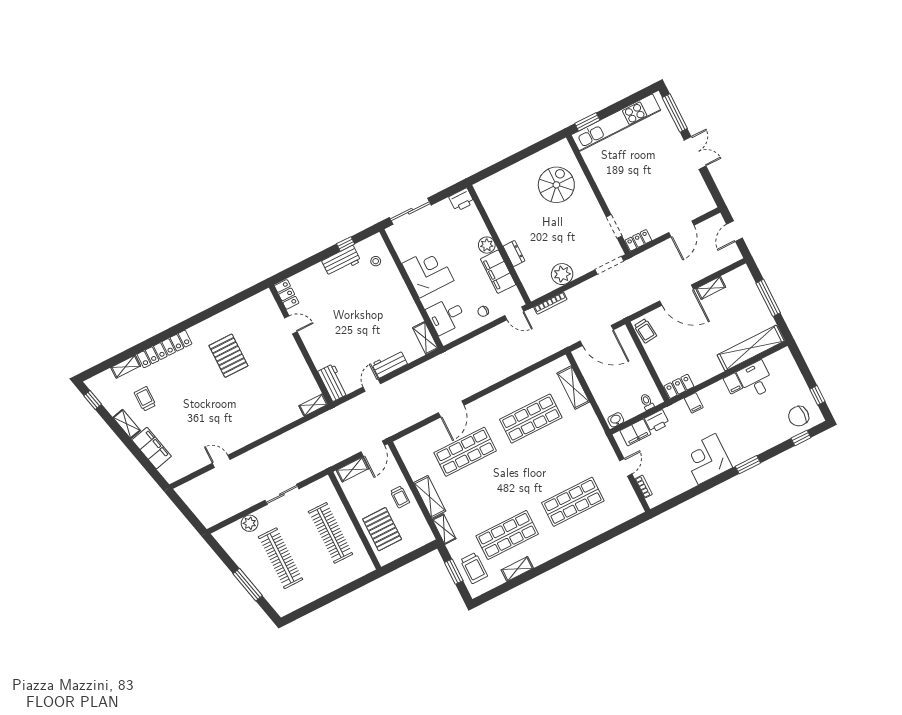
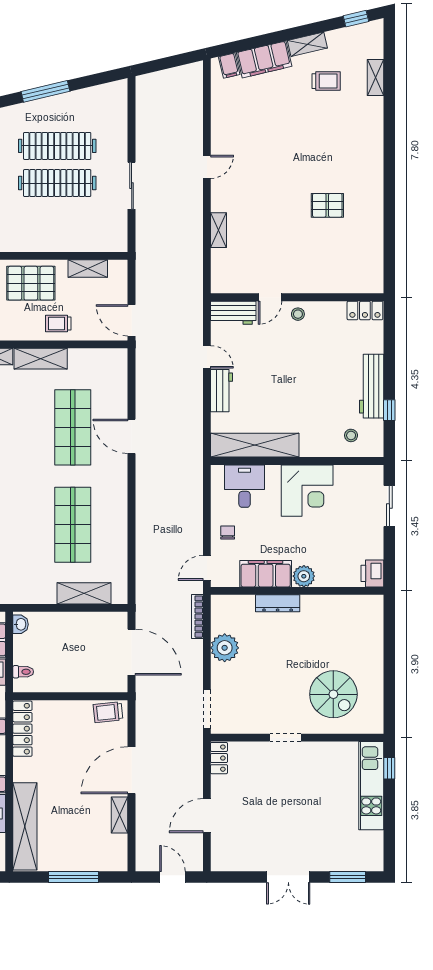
window: (675, 113) -> (348, 877), width x0.69
window: (587, 122) -> (389, 768), width x0.67
kitchen unit: (616, 123) -> (371, 786), width x0.73
sliding door: (410, 211) -> (389, 506), width x0.73
doorway: (614, 226) -> (285, 738), moved
door: (681, 229) -> (207, 816), hinge flipped
dresser: (514, 254) -> (278, 603), width x1.44
workbench: (341, 261) -> (372, 386), width x1.37
door: (291, 325) -> (270, 297), moved
door: (597, 335) -> (132, 652), swing flipped
stool: (312, 338) -> (298, 314), added
shelving: (425, 338) -> (255, 445), width x2.20, depth x1.33
locker: (164, 349) -> (373, 134), removed
pallet: (228, 356) -> (327, 205), width x0.67, depth x0.71
locker: (679, 386) -> (22, 729), width x1.53
shelving: (313, 405) -> (218, 230), moved
door: (221, 461) -> (207, 167), moved
filing cabinet: (168, 469) -> (229, 66), added
shelving: (352, 470) -> (88, 268), moved, turned 90
plant: (250, 523) -> (117, 130), removed
clothes rail: (331, 533) -> (57, 183), moved

